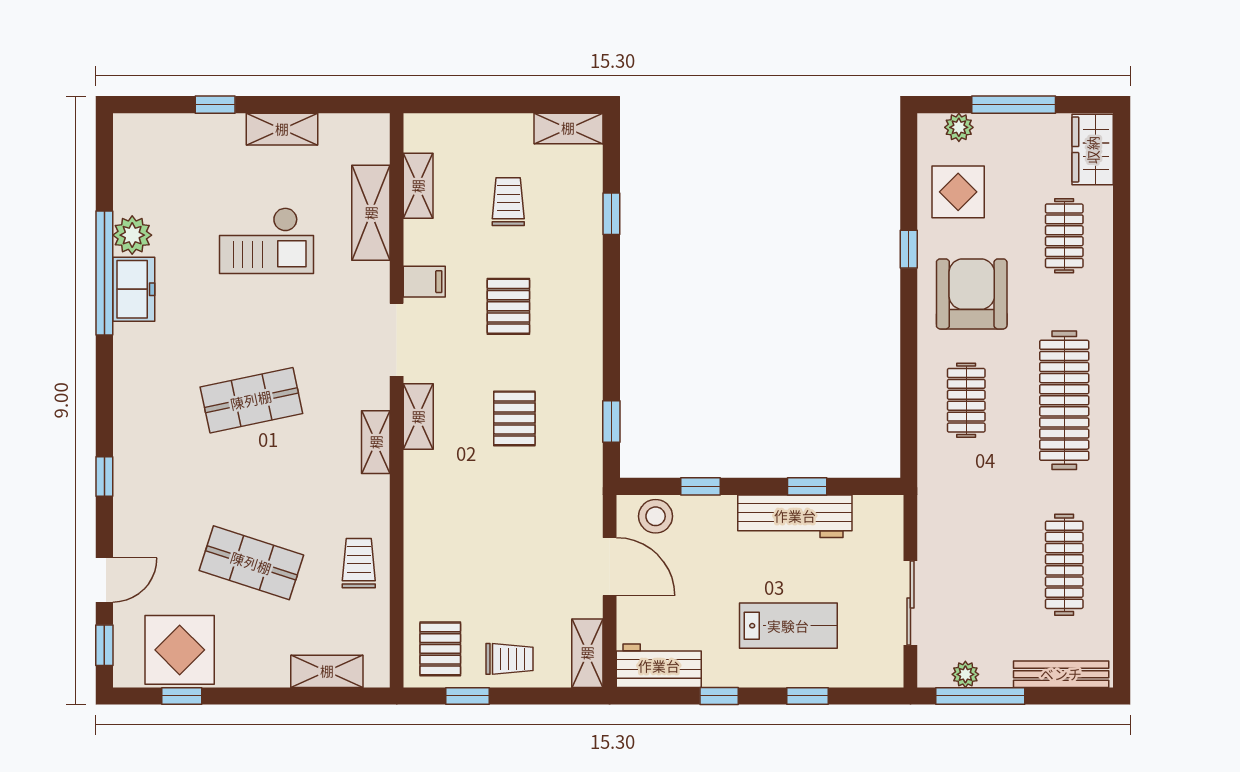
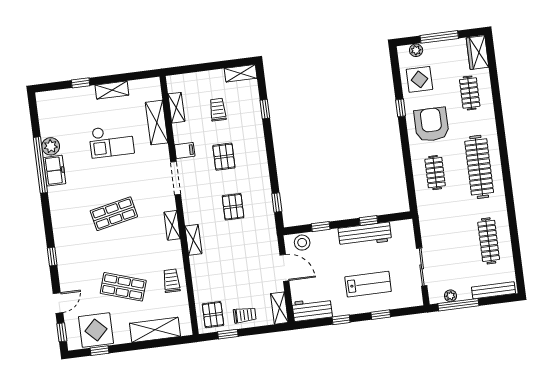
shelving: (418, 417) -> (193, 240), moved
shelving: (327, 671) -> (155, 330), width x1.50, depth x1.33

